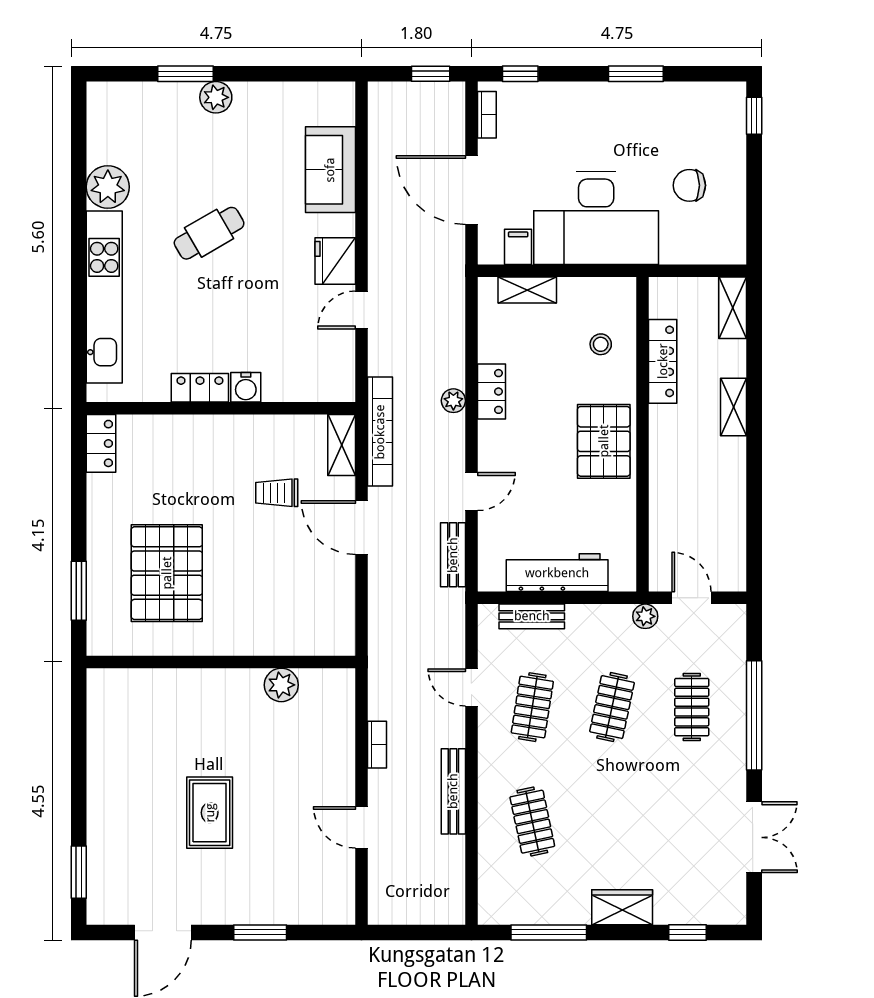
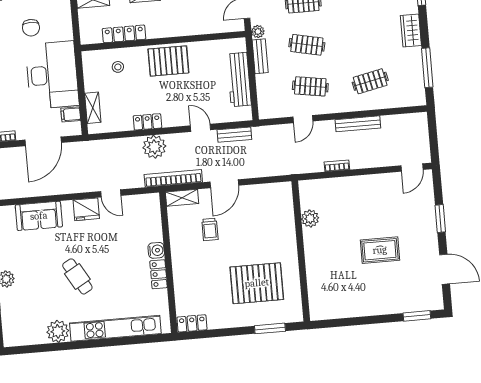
plant: (453, 401) -> (154, 147), width x1.88, depth x1.88
bench: (532, 616) -> (260, 56), moved
door: (361, 827) -> (412, 168), moved

